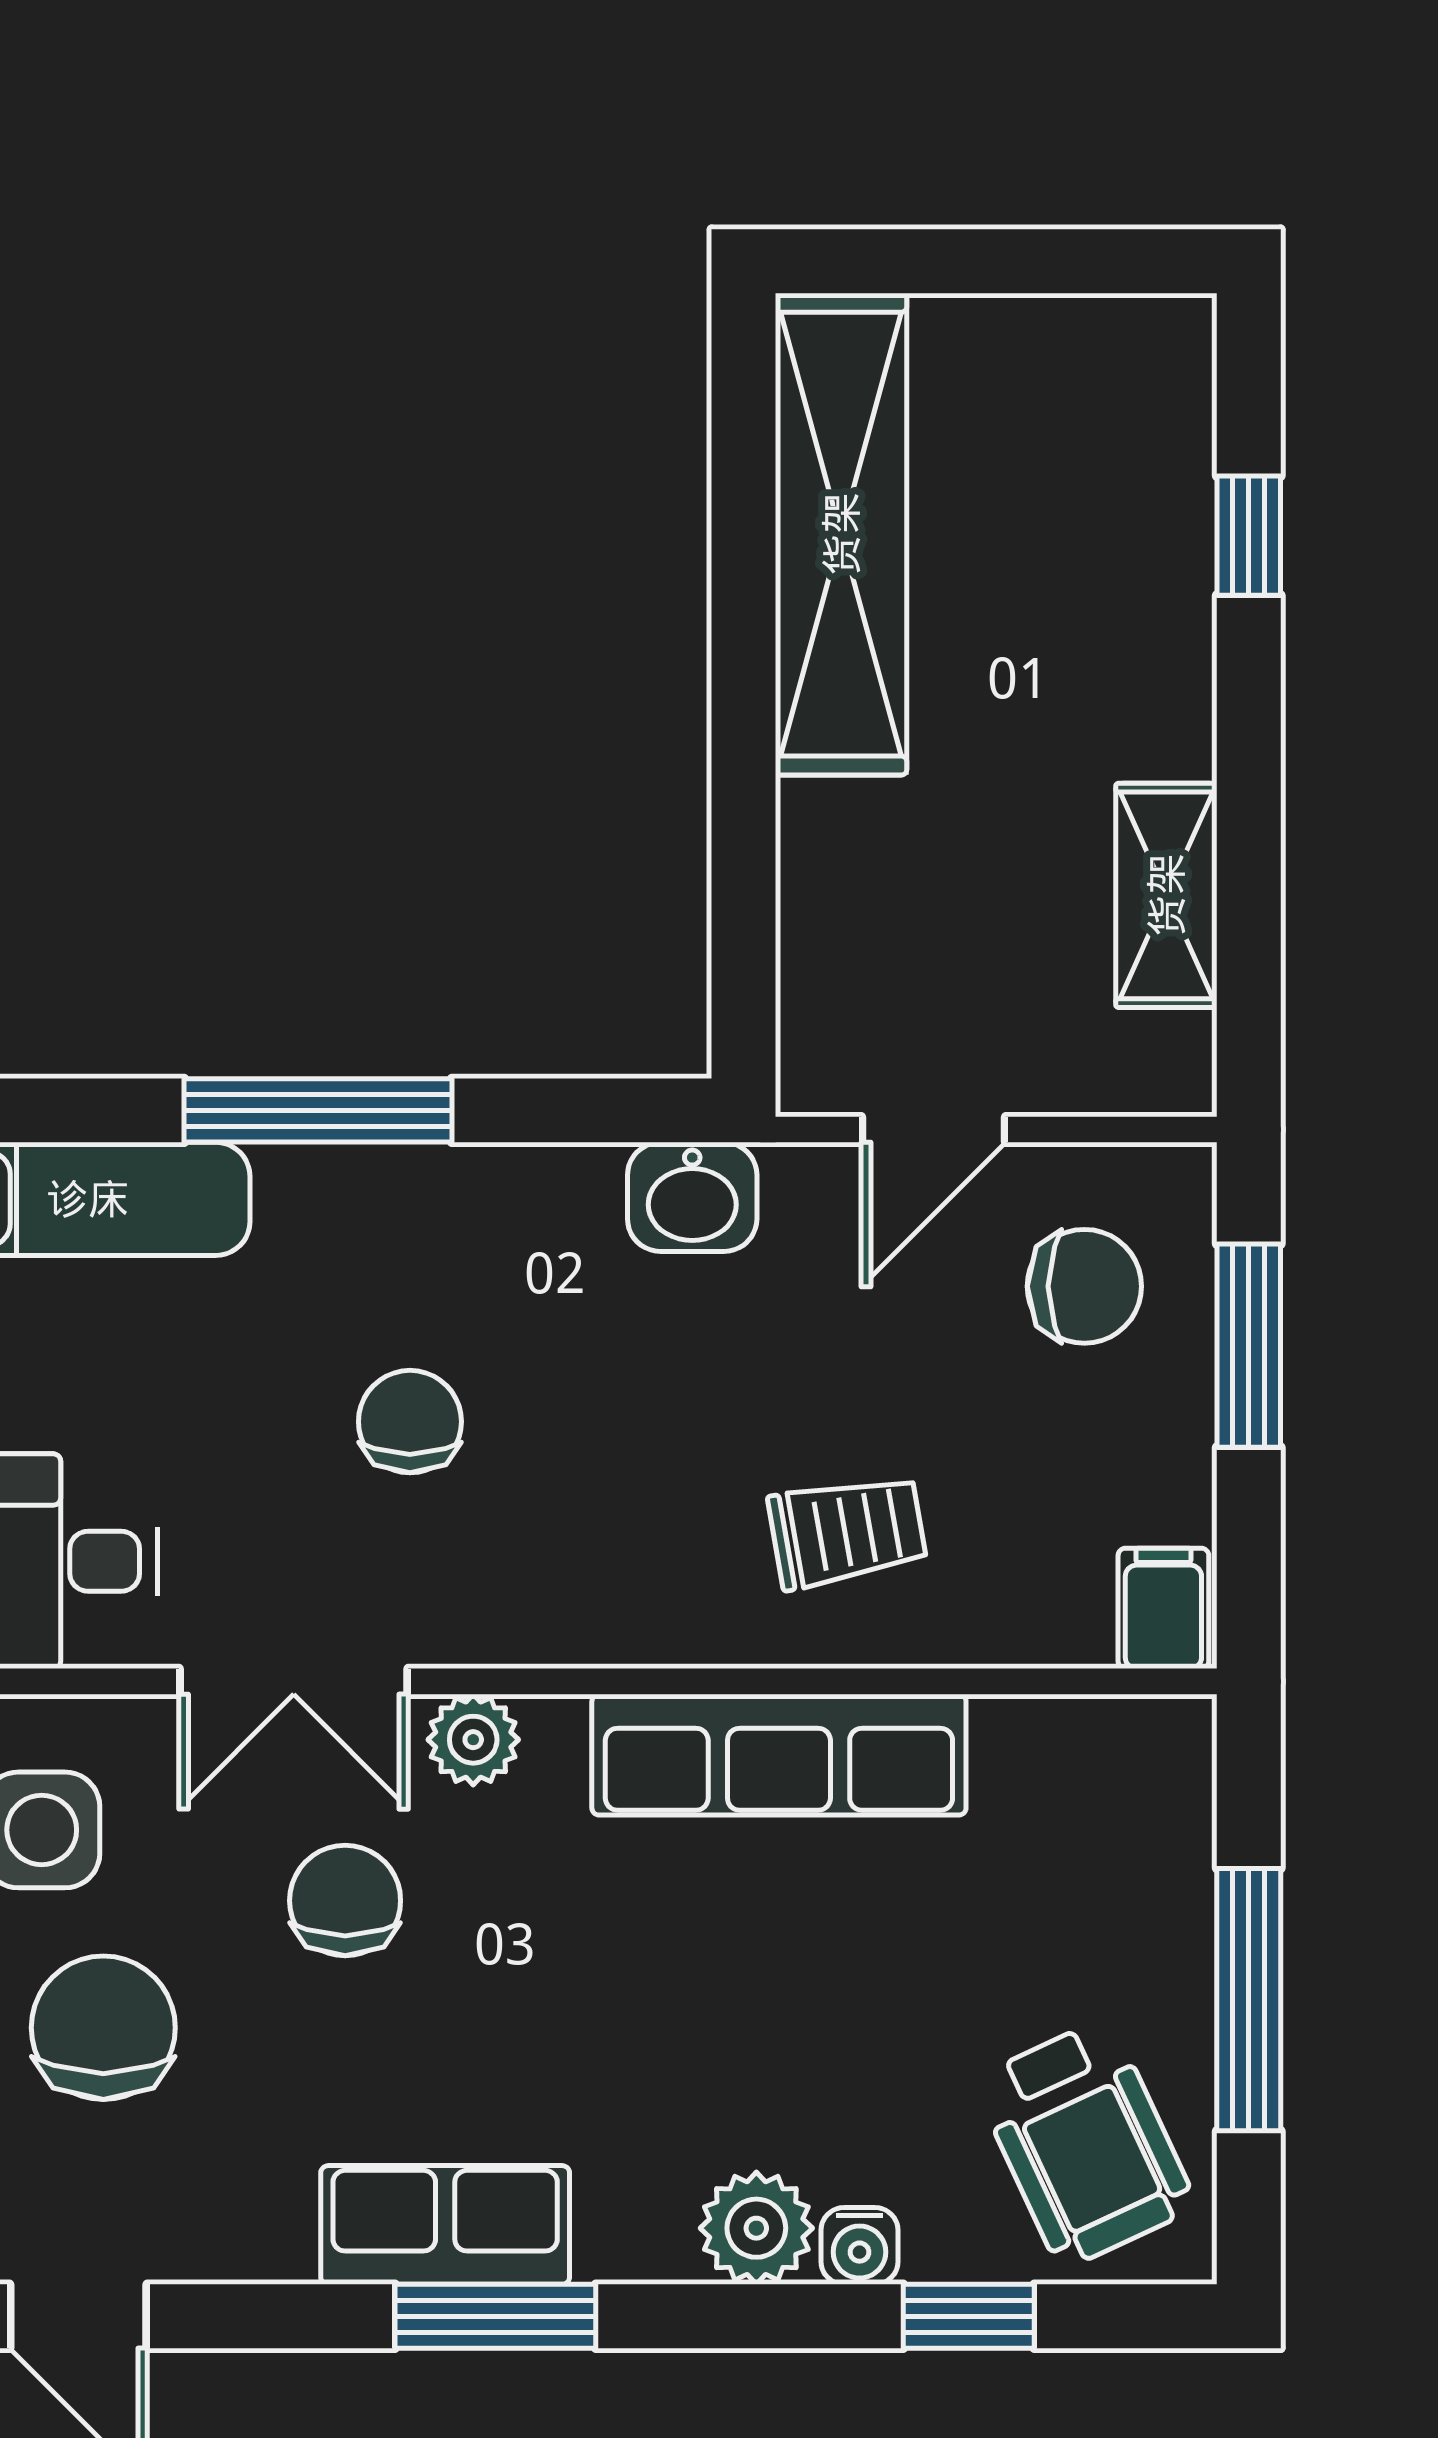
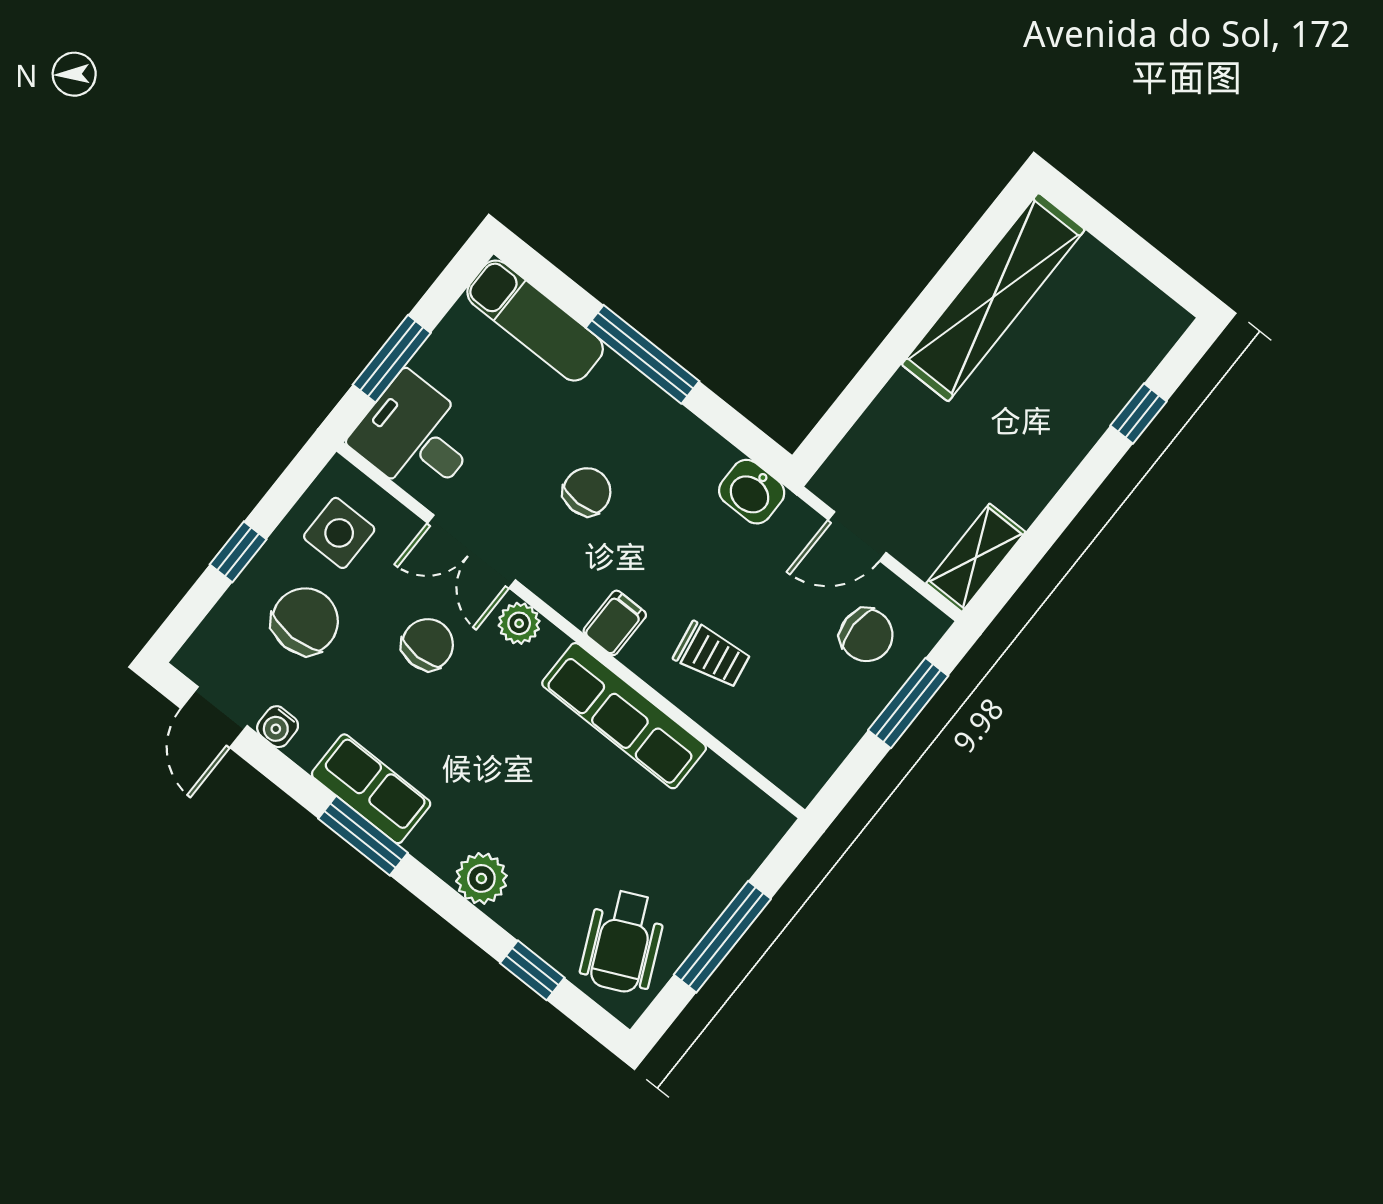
shelving: (1166, 895) -> (976, 558), moved
filing cabinet: (1163, 1608) -> (615, 623), moved
water cooler: (859, 2246) -> (278, 727), moved

